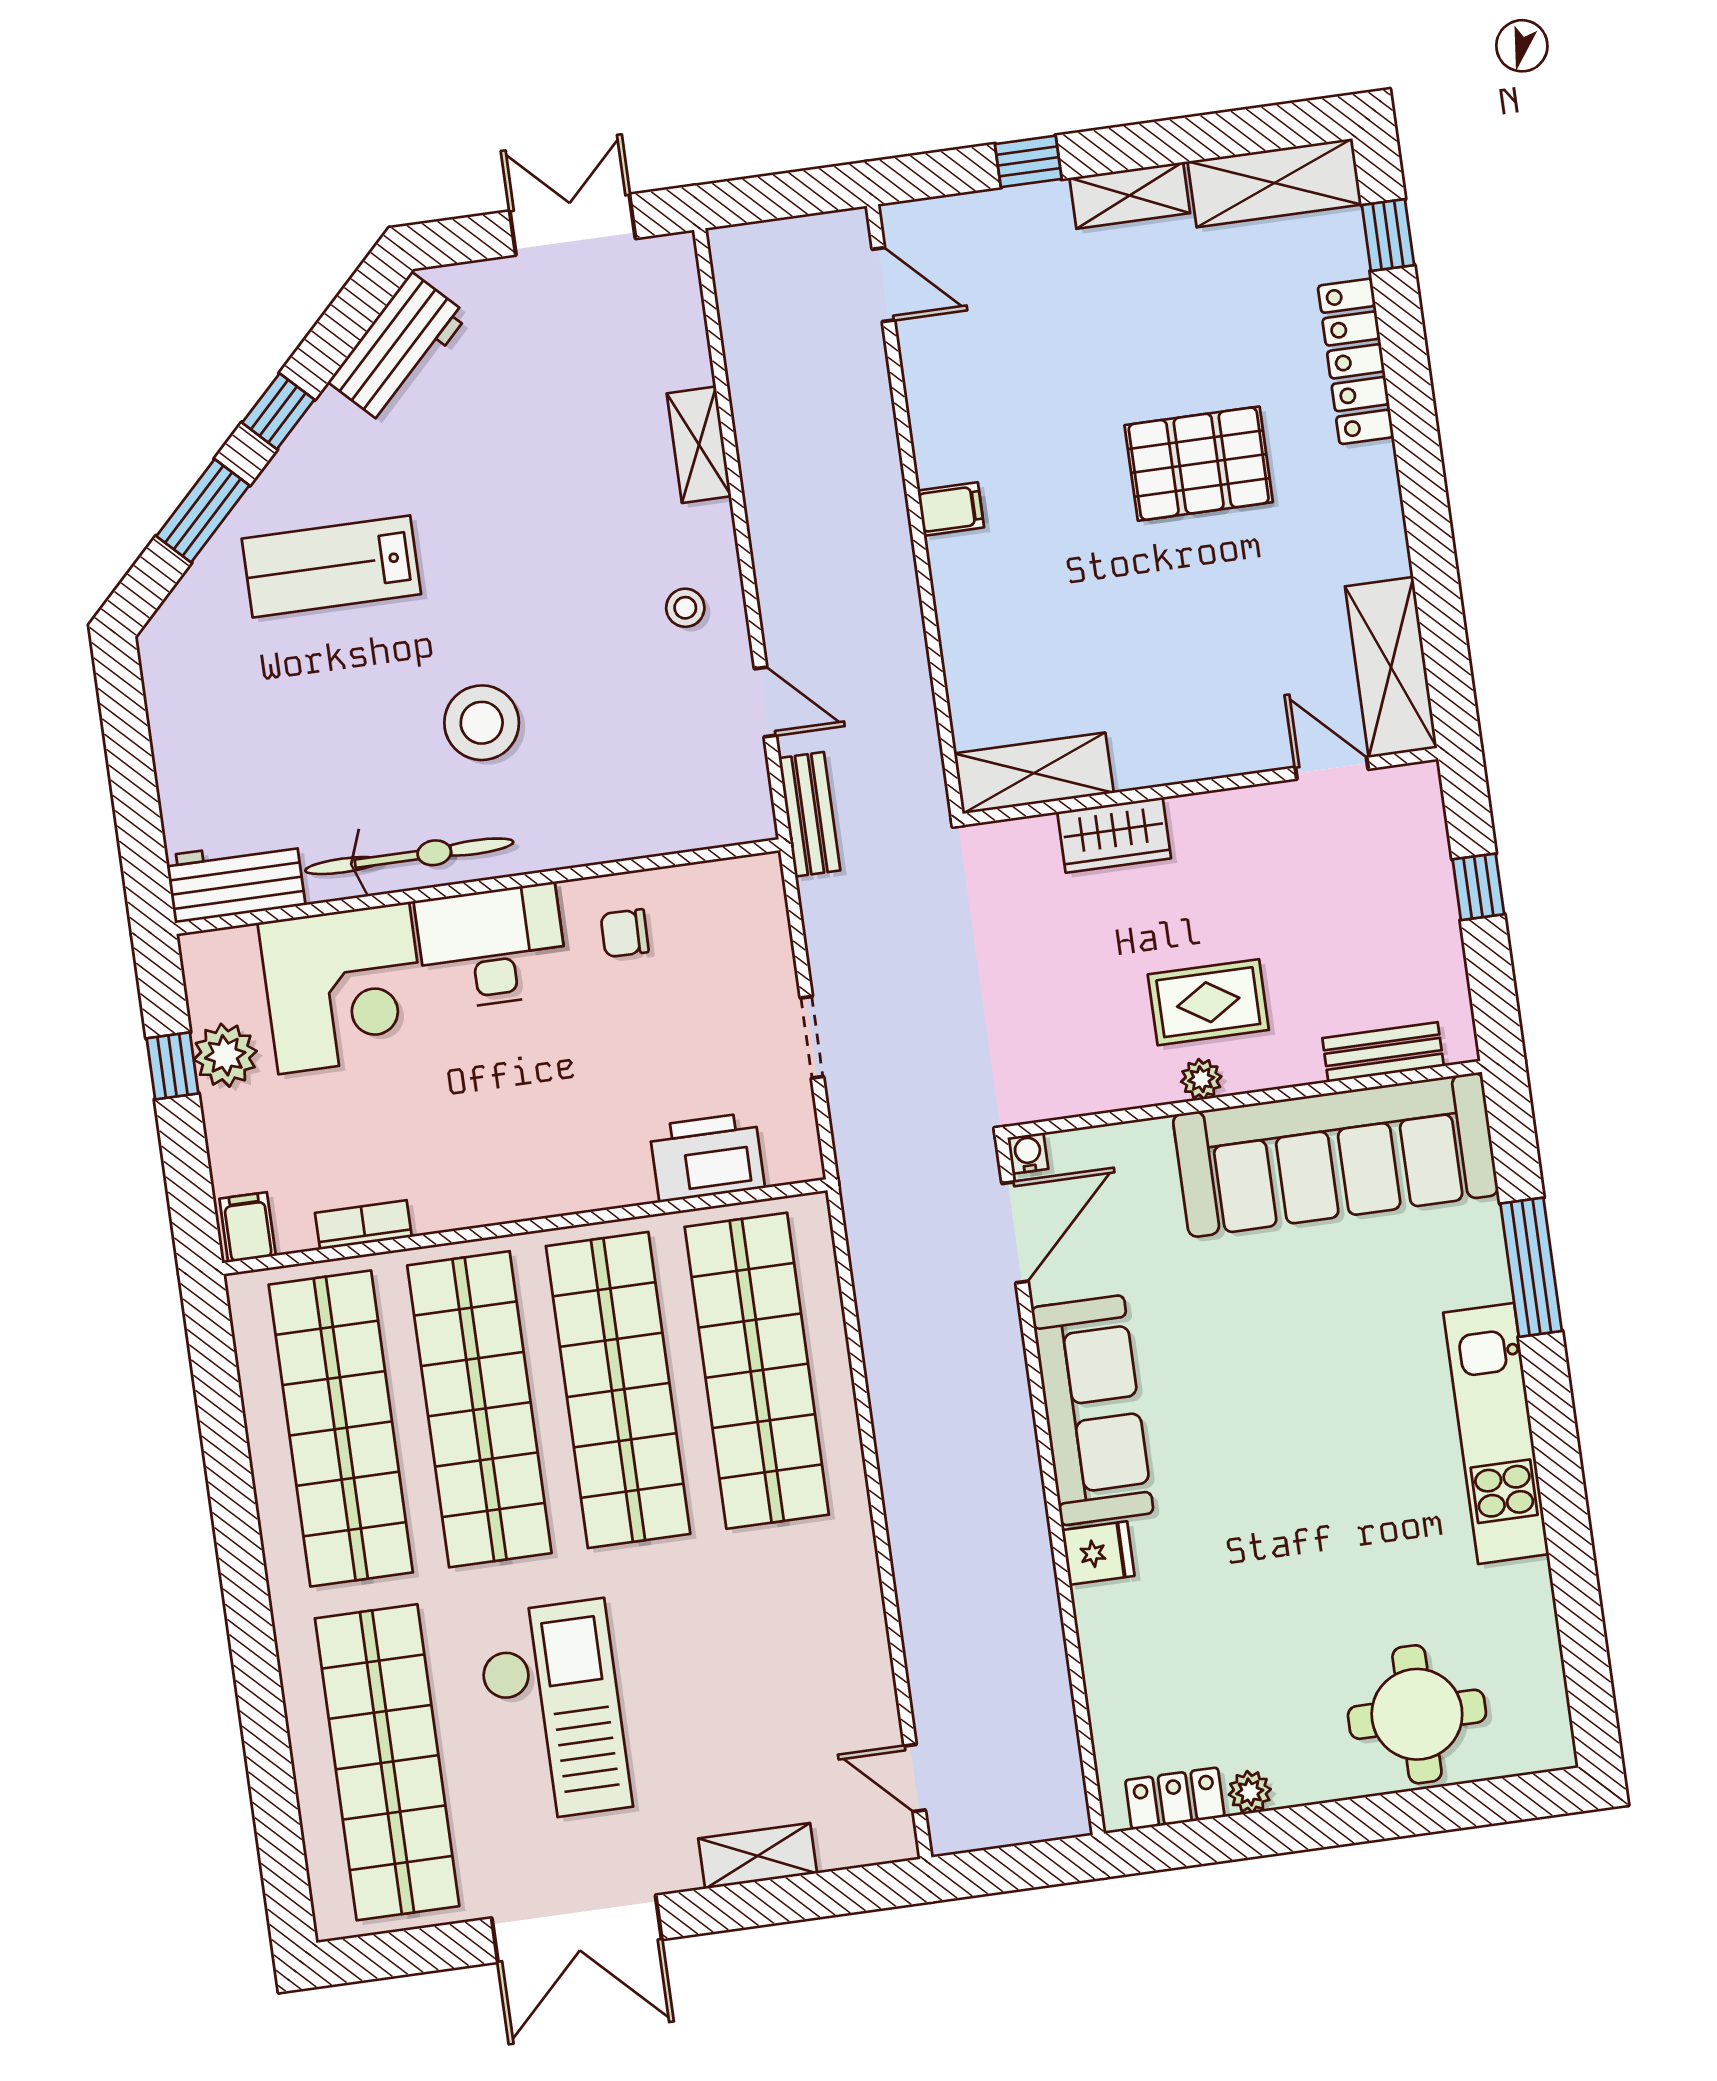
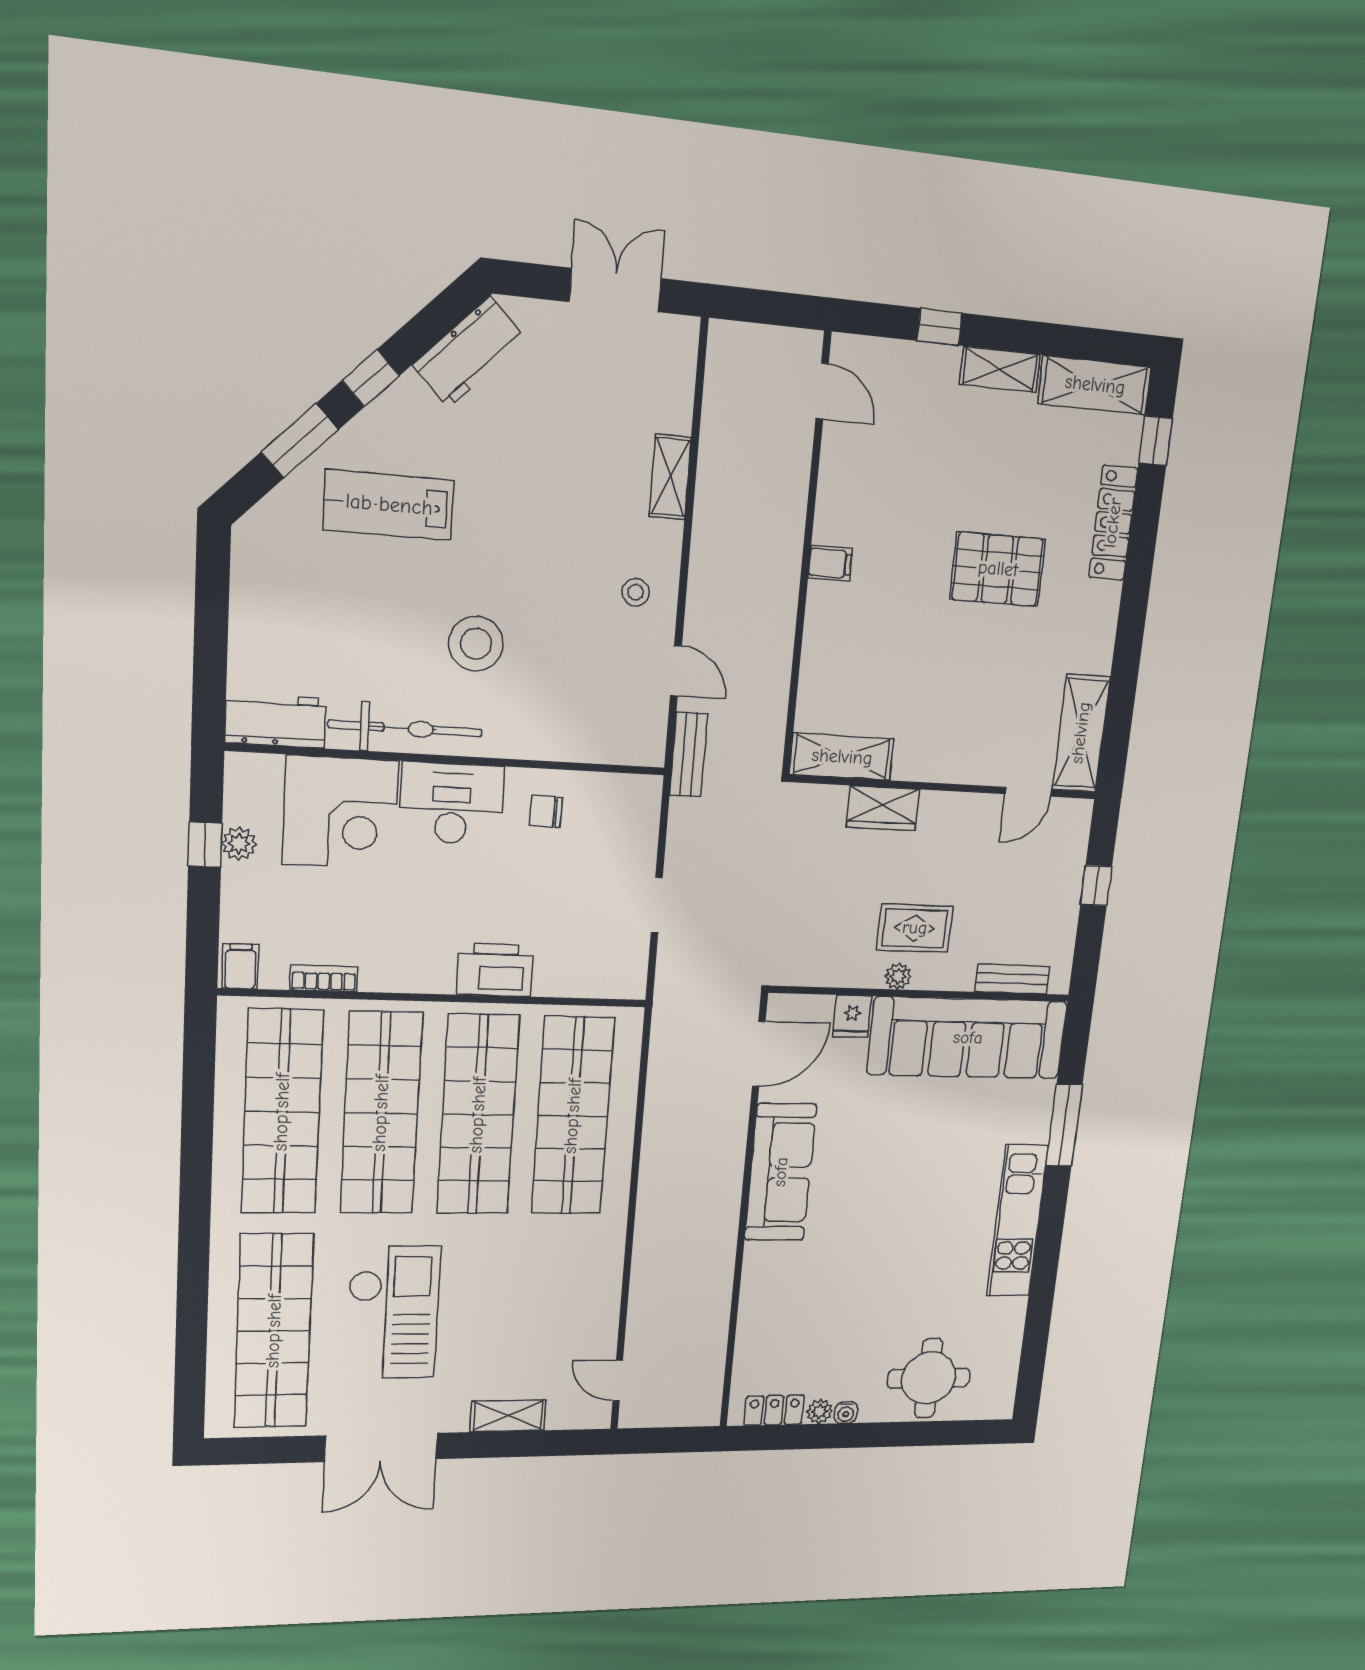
door: (1332, 768) -> (1028, 792), swing flipped
plant: (225, 1055) -> (239, 844), width x0.73, depth x0.73
water cooler: (1028, 1153) -> (846, 1413), moved, turned 180
printer: (707, 1157) -> (495, 970), moved
fridge: (1098, 1553) -> (852, 1016), moved, turned 90

